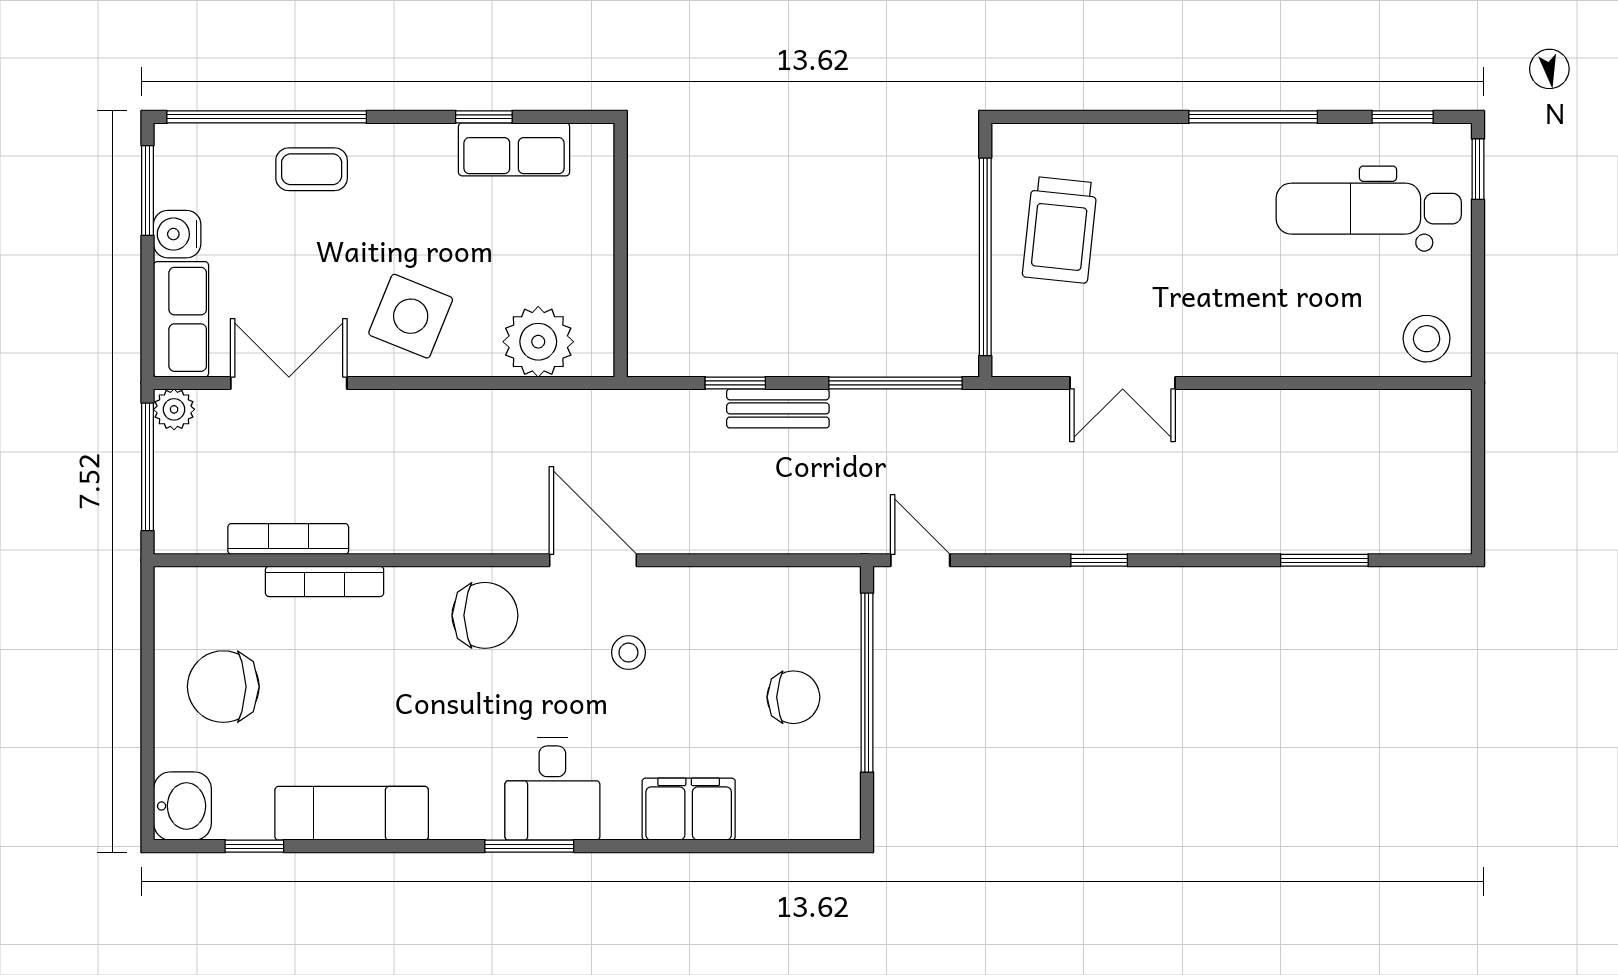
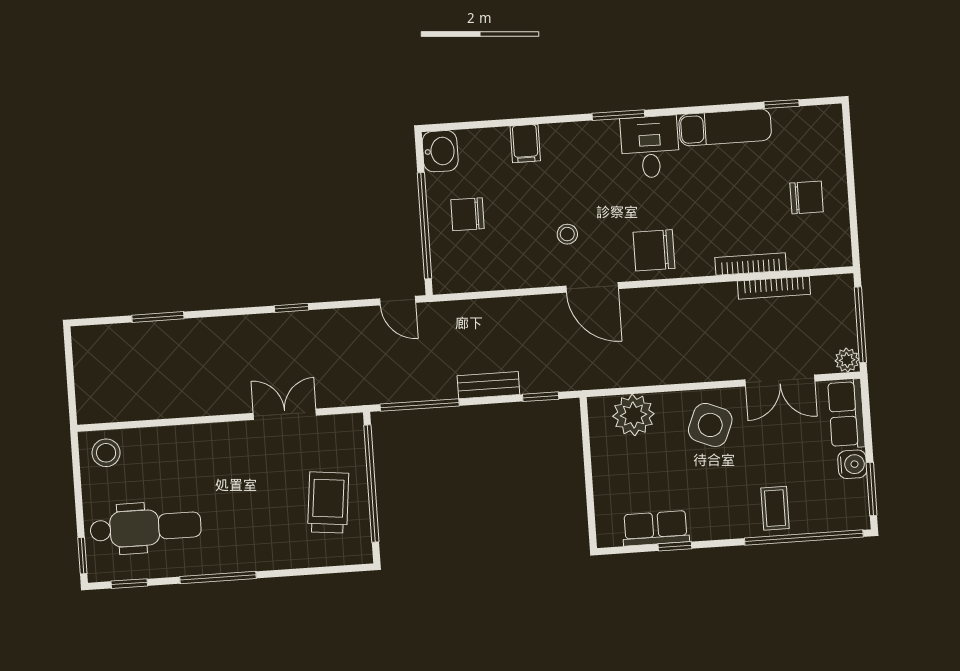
coffee table: (312, 169) -> (775, 508), turned 90
window: (735, 383) -> (541, 397), moved
chair: (223, 687) -> (807, 197), width x0.73, depth x0.73
desk: (552, 789) -> (650, 147), moved
washbasin: (182, 806) -> (440, 151), moved, turned 180
filing cabinet: (689, 809) -> (525, 143), width x0.50

